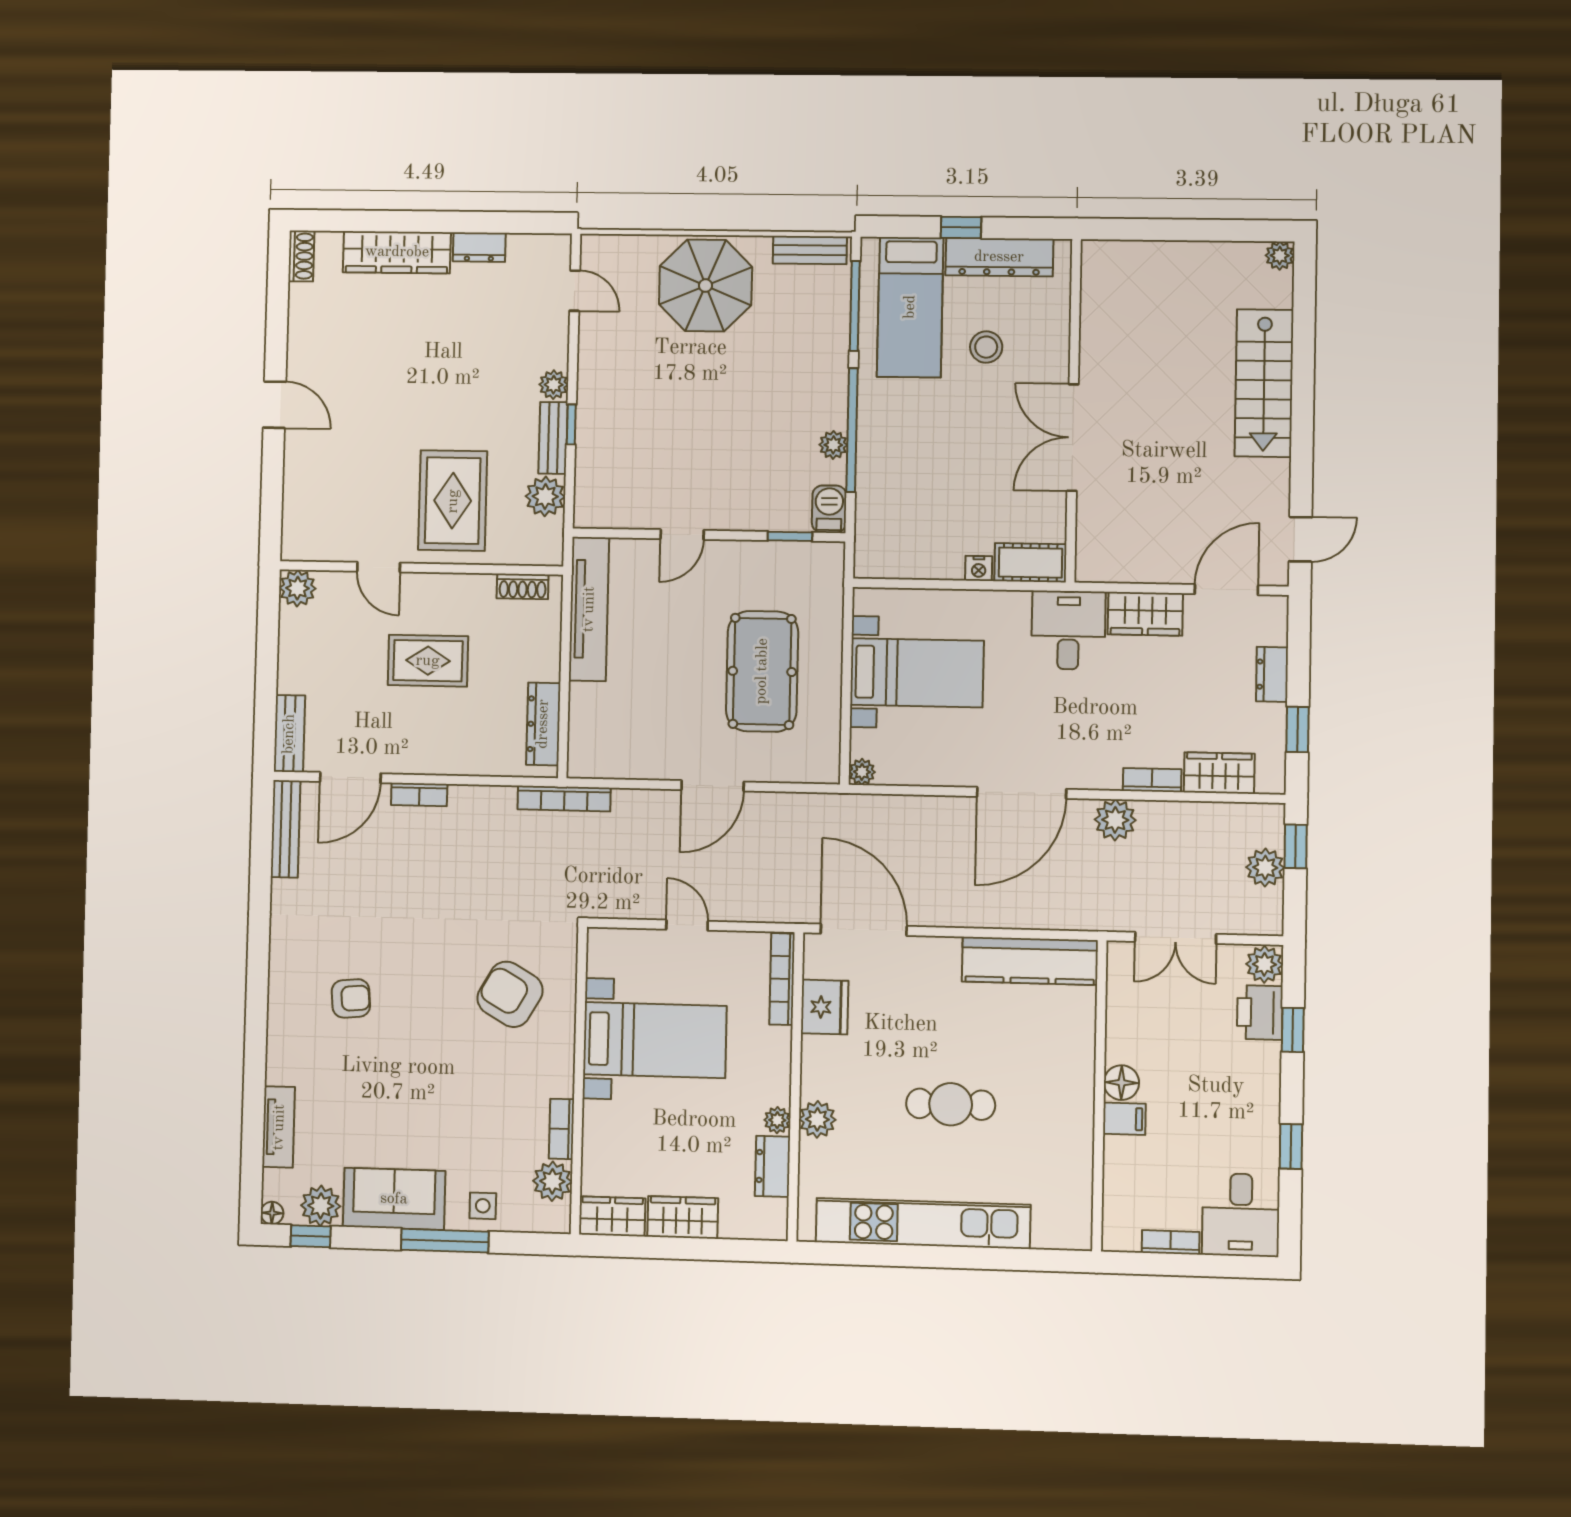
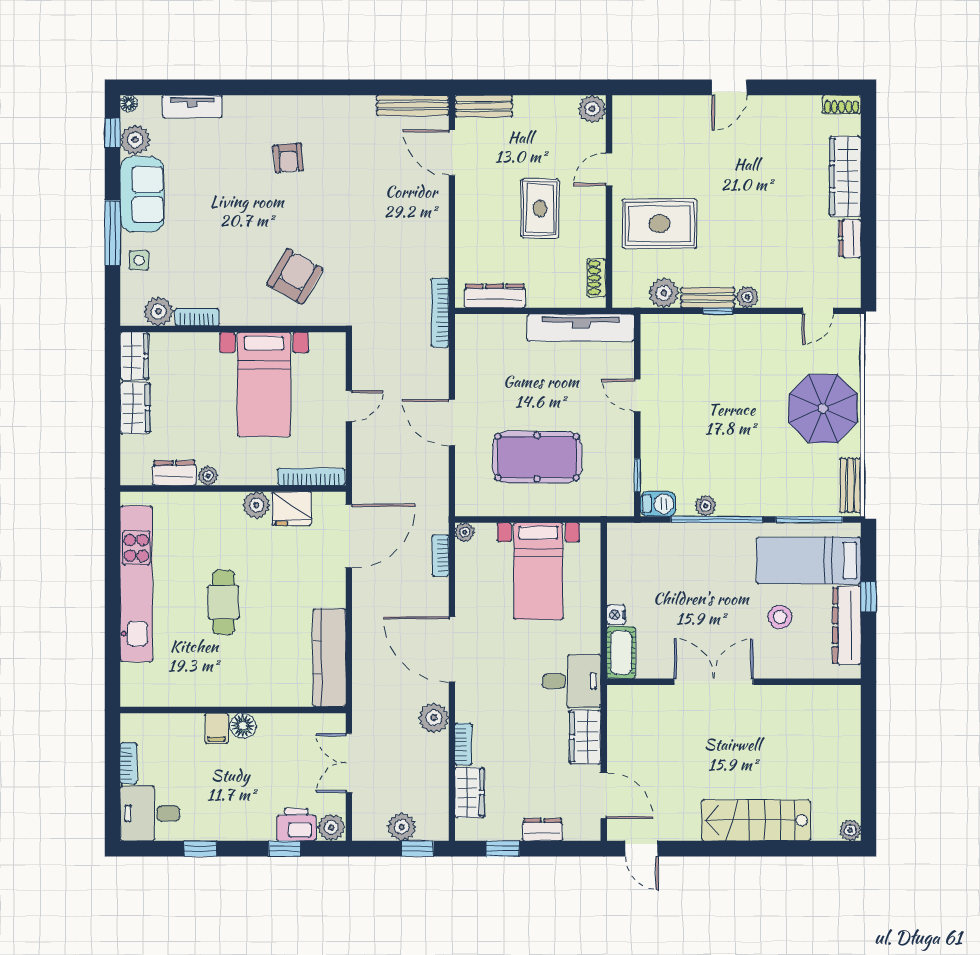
bookcase: (419, 795) -> (440, 556), moved
plant: (817, 1119) -> (256, 505), moved

